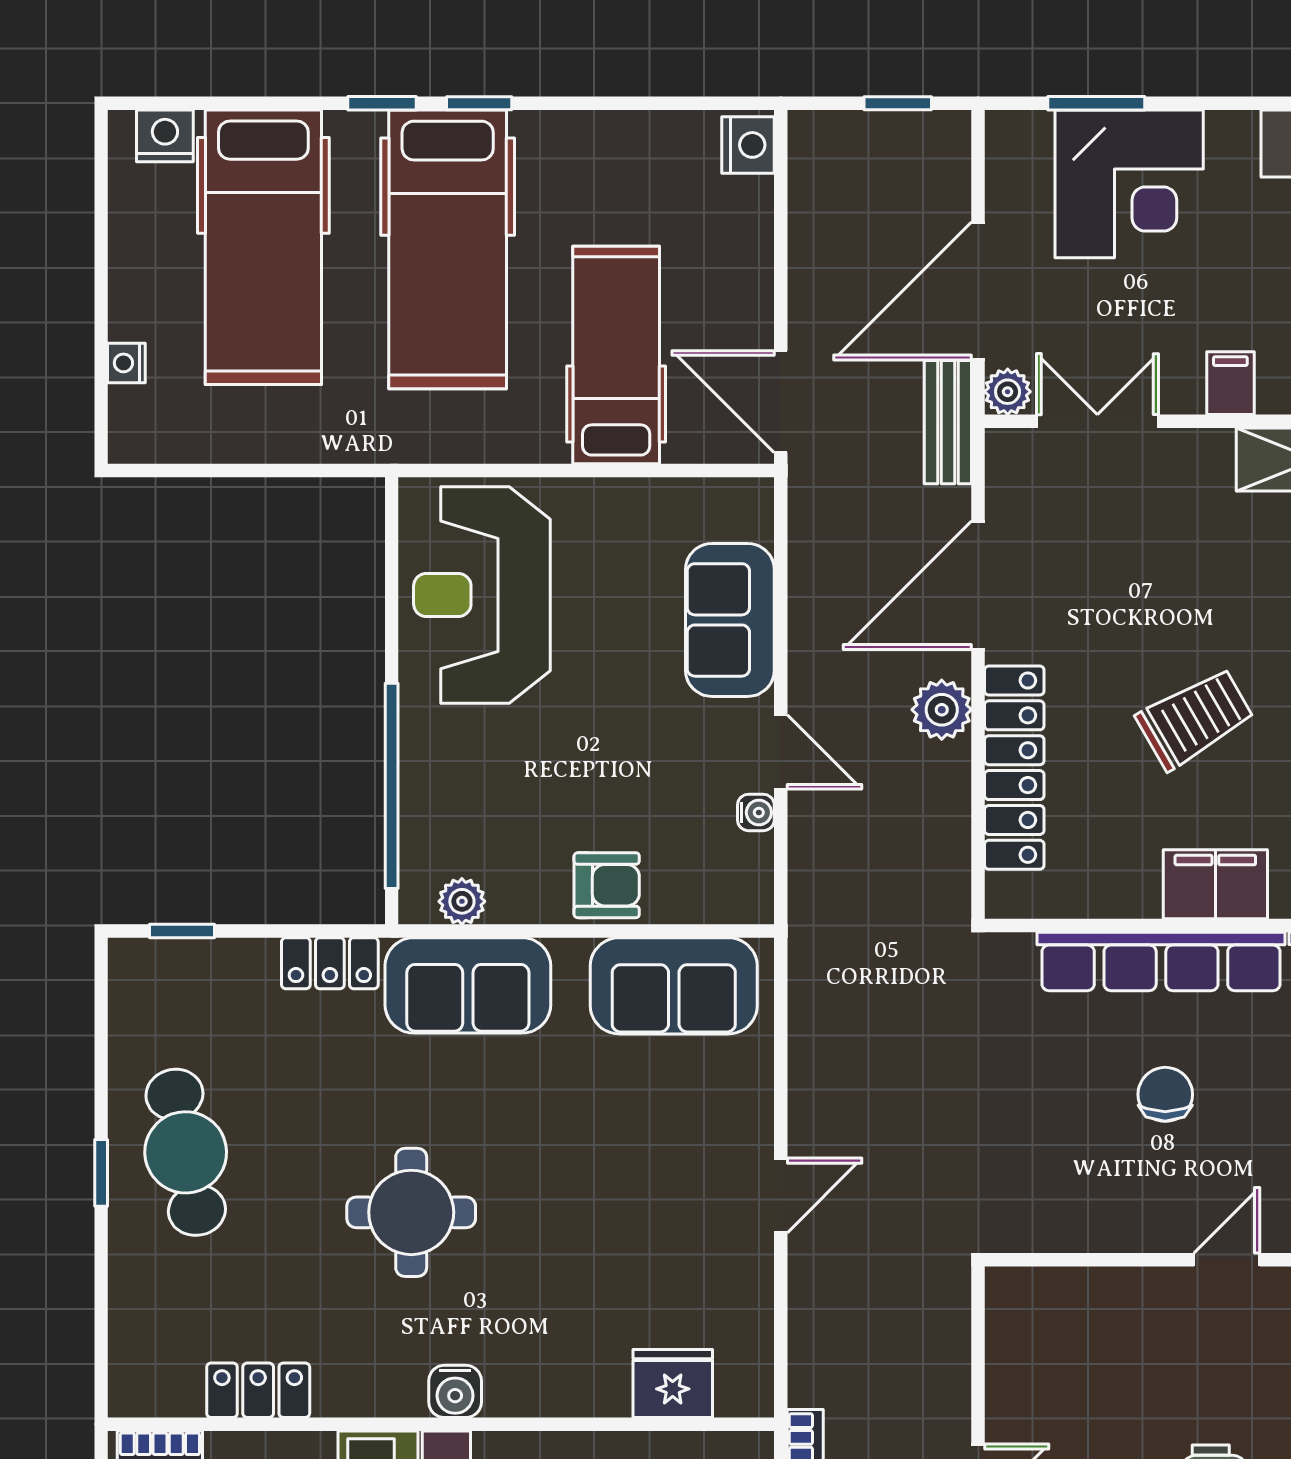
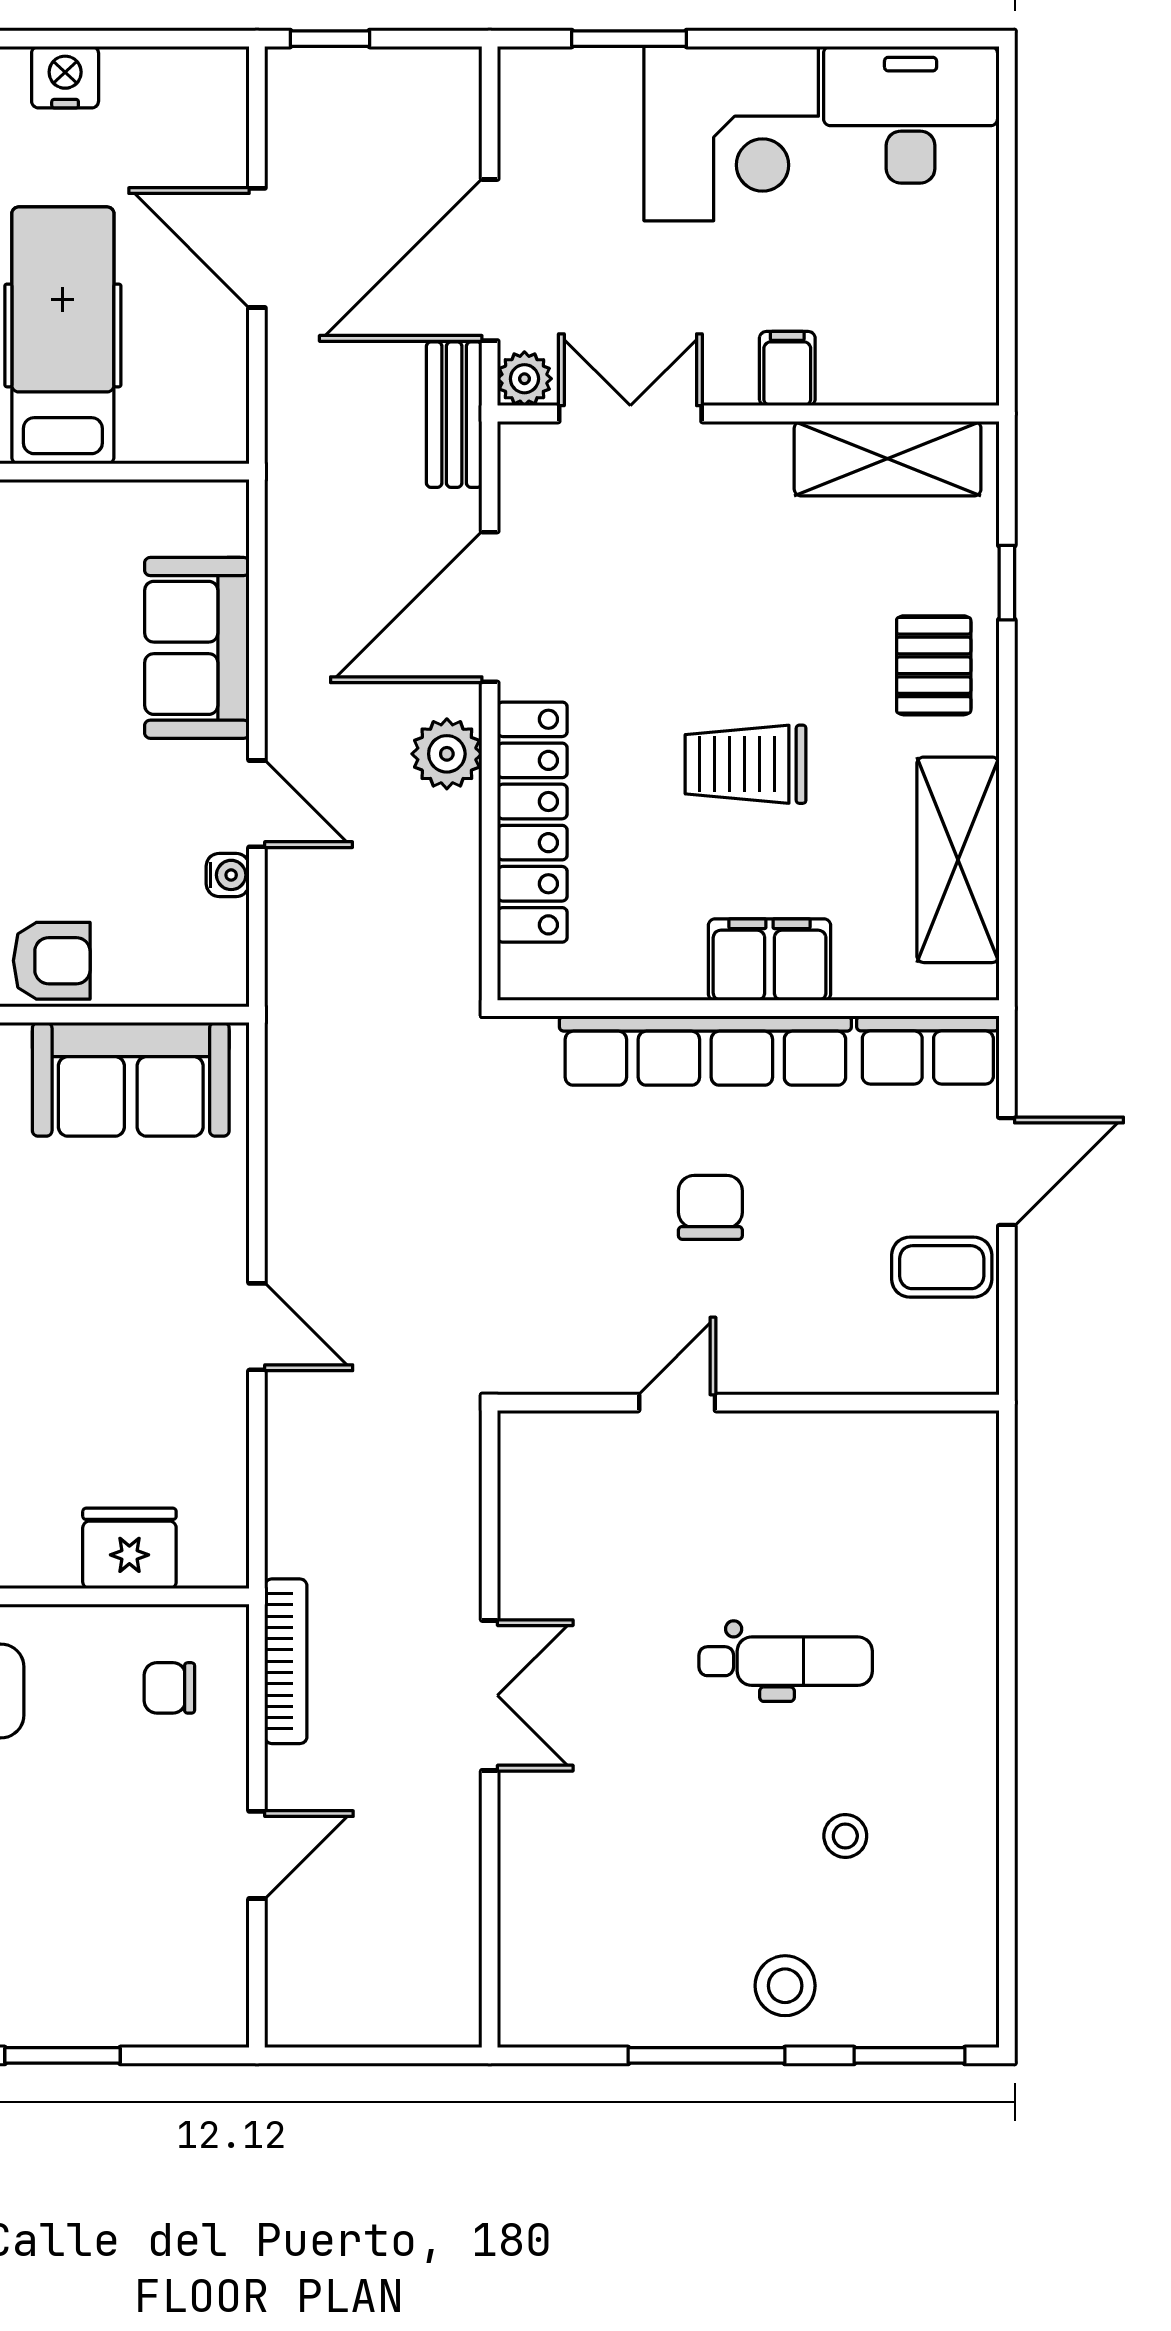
window: (898, 103) -> (330, 39), moved
nightstand: (748, 145) -> (65, 77), moved, turned -90
corner desk: (1129, 184) -> (731, 134), moved
door: (781, 402) -> (257, 248), moved
trolley: (1195, 719) -> (746, 764), turned -150
door: (781, 1196) -> (257, 1327), hinge flipped
door: (1227, 1260) -> (677, 1403), moved

